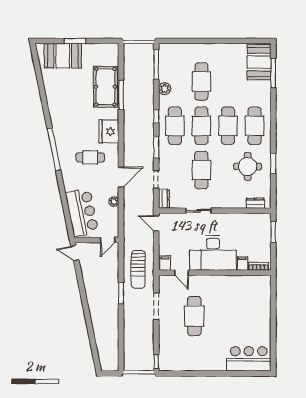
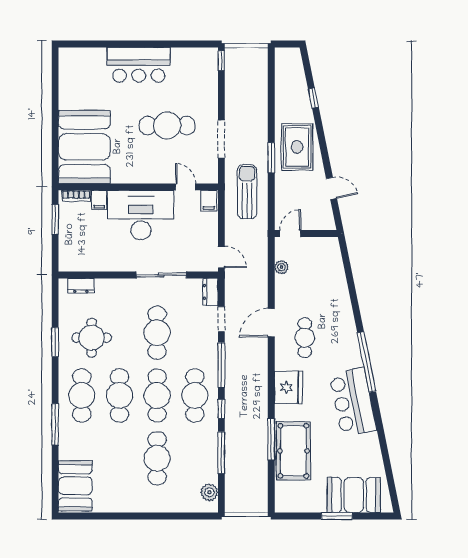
window: (156, 65) -> (221, 453), moved
window: (273, 73) -> (55, 424), moved
plant: (165, 89) -> (209, 492), moved
window: (156, 147) -> (221, 365), width x1.44
cafe table: (90, 157) -> (305, 338), moved, turned 90
plant: (114, 202) -> (281, 267), moved
sliding door: (199, 211) -> (161, 275), width x1.37
bar counter: (82, 212) -> (353, 402), moved
window: (273, 232) -> (55, 219), moved
door: (75, 253) -> (332, 188), moved
rug: (103, 301) -> (297, 147), added
booth: (253, 301) -> (84, 147), added
cafe table: (194, 316) -> (167, 126), turned 90
window: (91, 335) -> (313, 98), added
bar counter: (249, 359) -> (139, 65), moved

